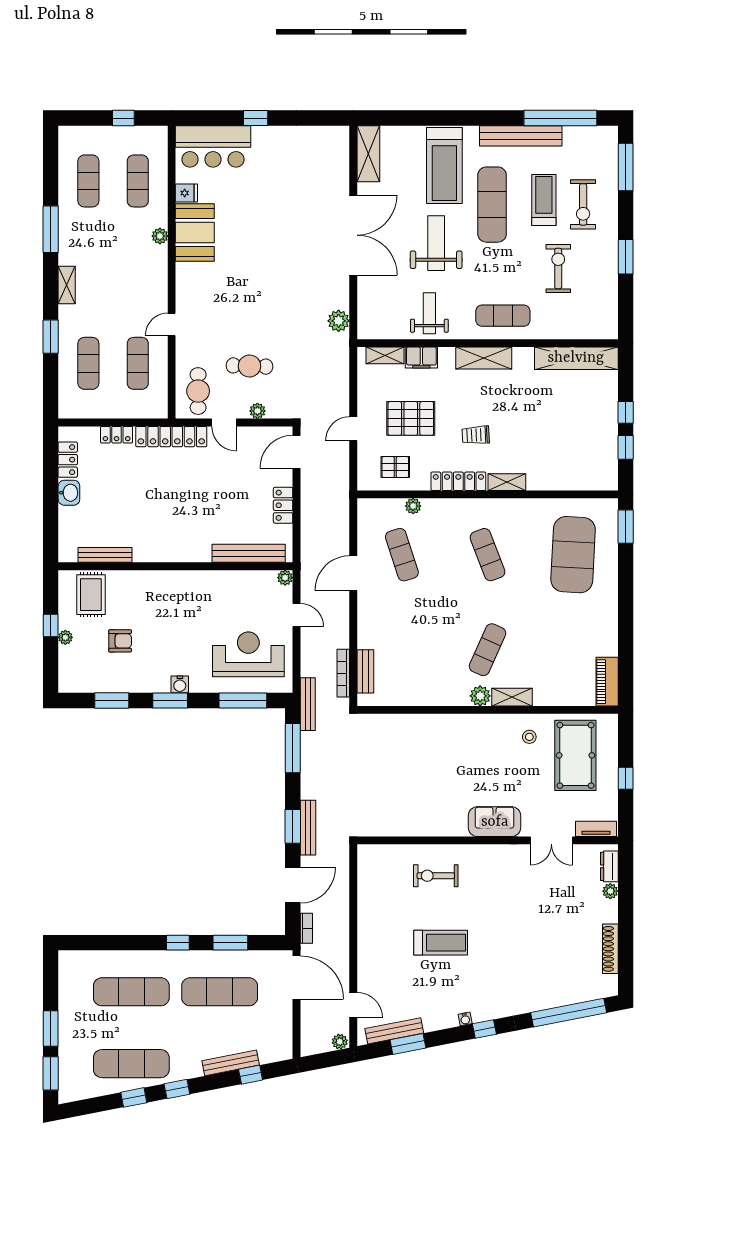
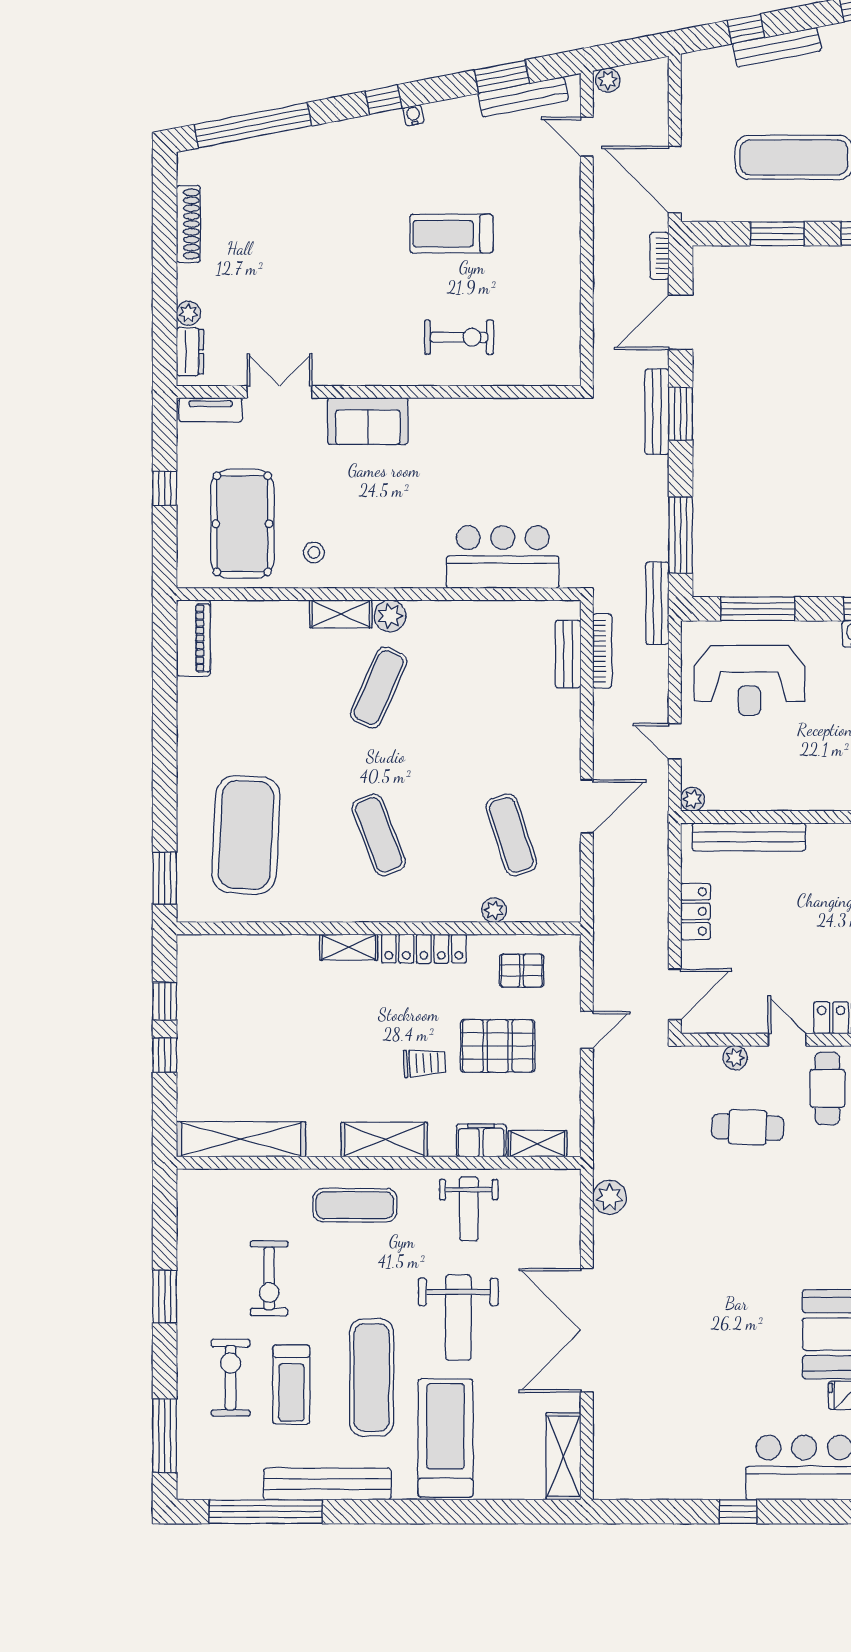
trolley: (476, 435) -> (424, 1063), moved
bar counter: (408, 734) -> (503, 557), added

